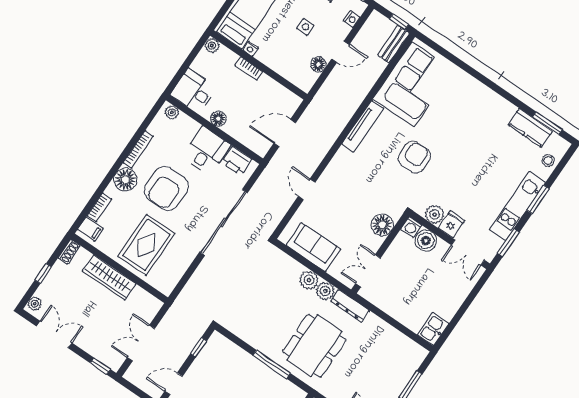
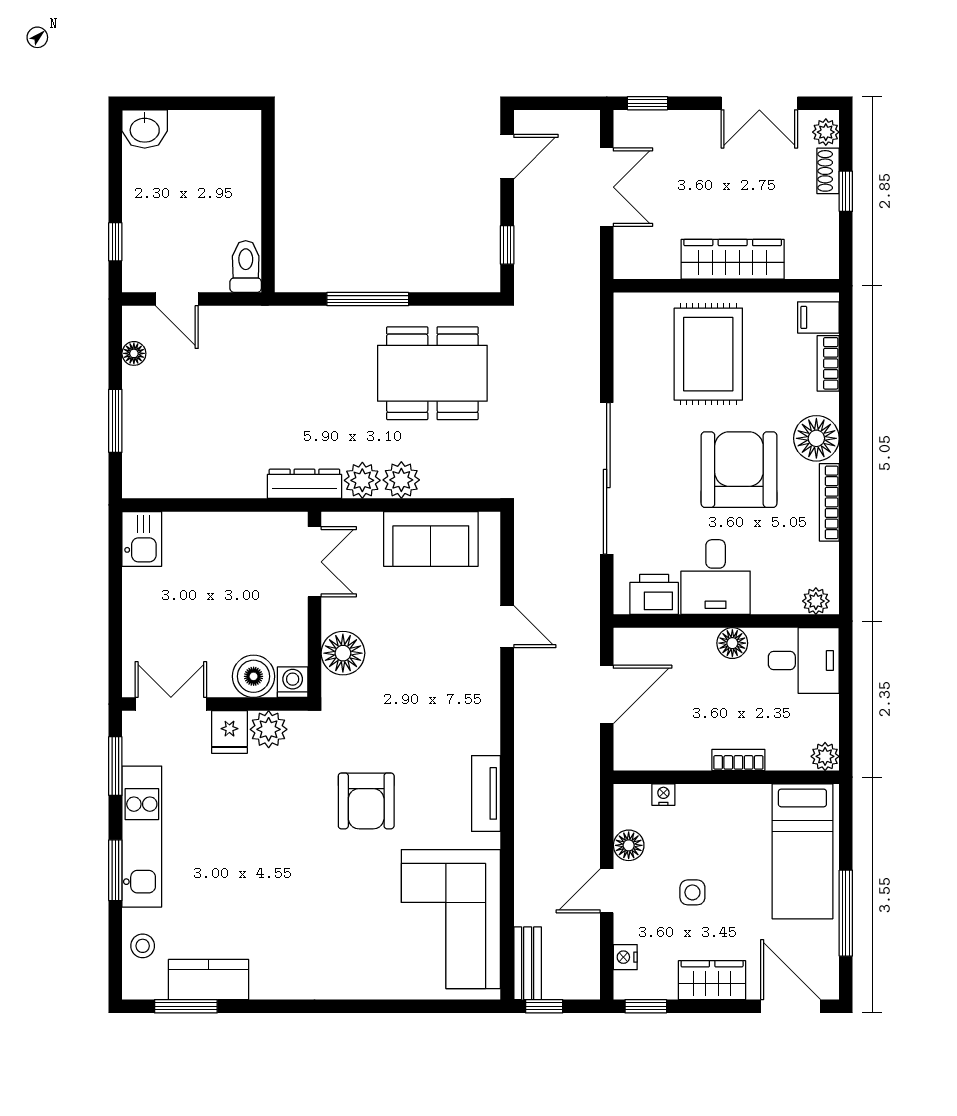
nightstand: (251, 49) -> (663, 795), moved
tv unit: (363, 126) -> (486, 793), width x0.71
shoe rack: (69, 252) -> (828, 171), moved
dining table: (314, 346) -> (432, 373), moved, turned 90

